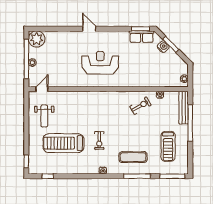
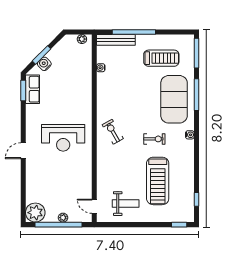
reception desk: (100, 63) -> (63, 138), turned -90
exercise bike: (140, 106) -> (113, 132), moved
exercise mat: (133, 157) -> (174, 99), width x2.00, depth x1.45

